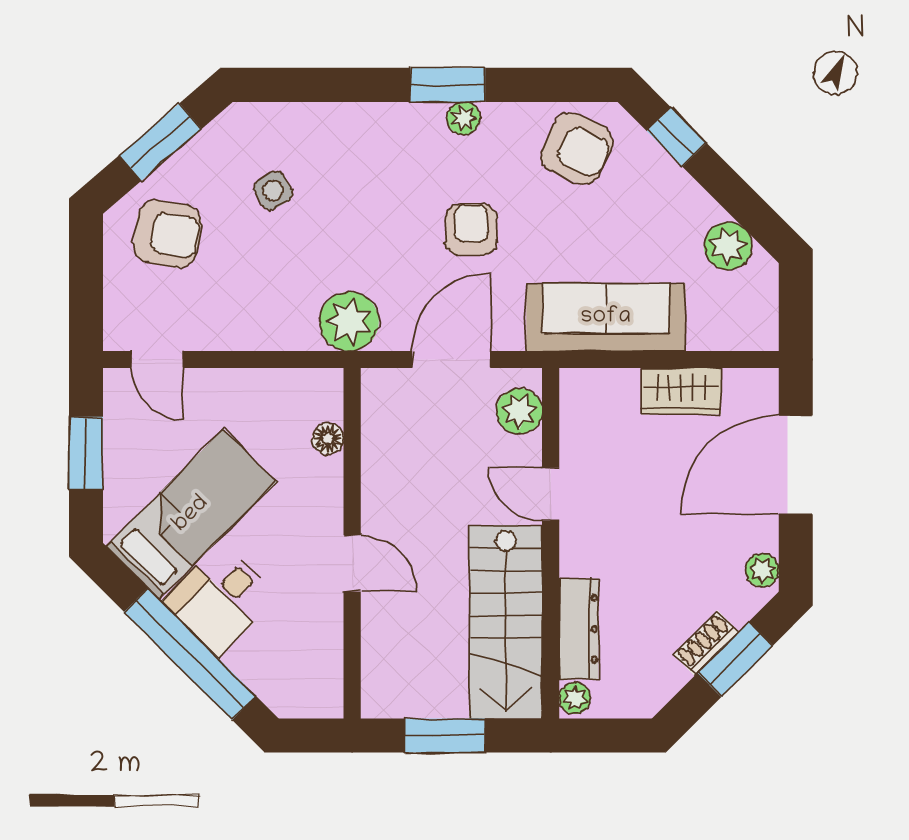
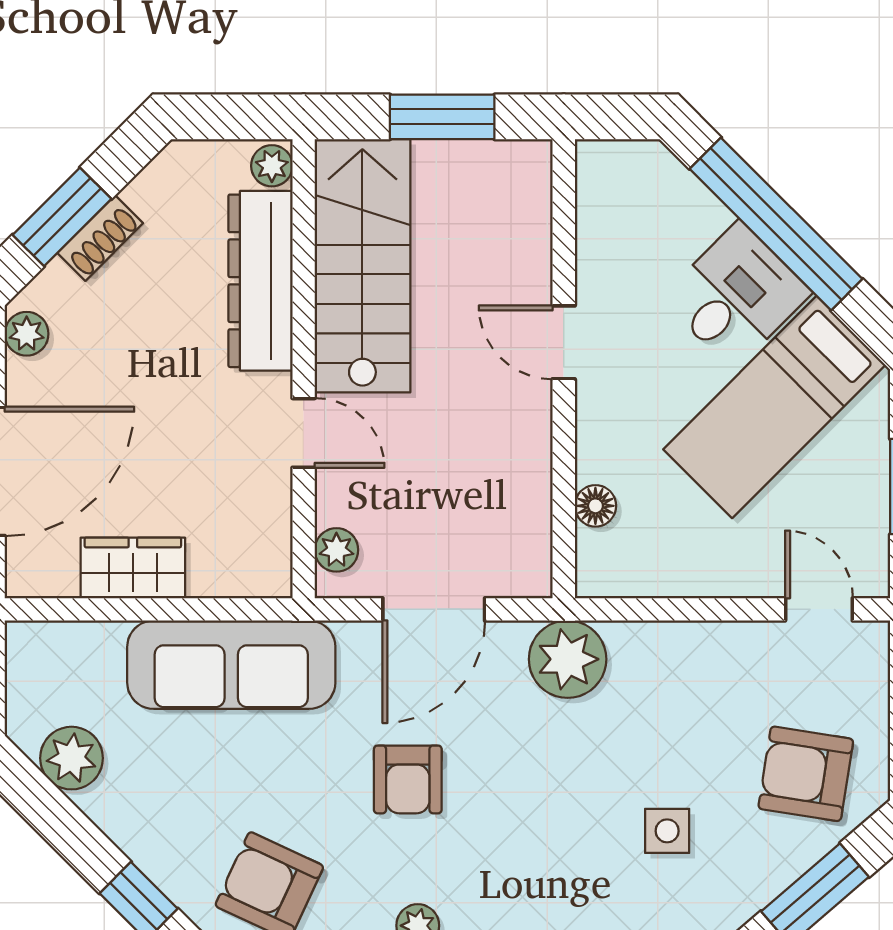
side table: (273, 190) -> (667, 831), turned 30
plant: (519, 411) -> (336, 550), width x0.73, depth x0.73
dresser: (579, 629) -> (260, 281), width x1.37, depth x1.24

